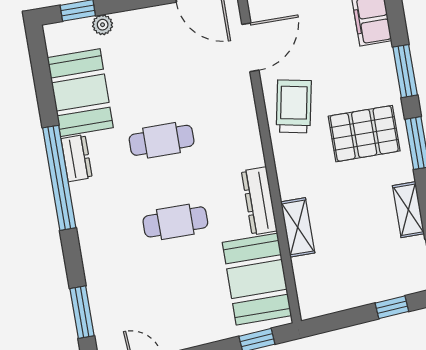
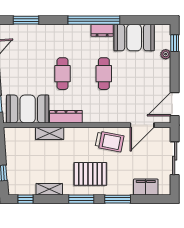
door: (250, 47) -> (142, 125), hinge flipped
pallet: (364, 134) -> (90, 174), turned 90

